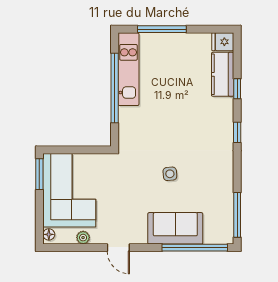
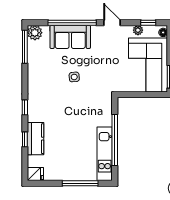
kitchen counter: (223, 74) -> (36, 139), moved
plant: (224, 234) -> (35, 33), added
window: (69, 248) -> (148, 23), added
window: (195, 248) -> (72, 23), moved

